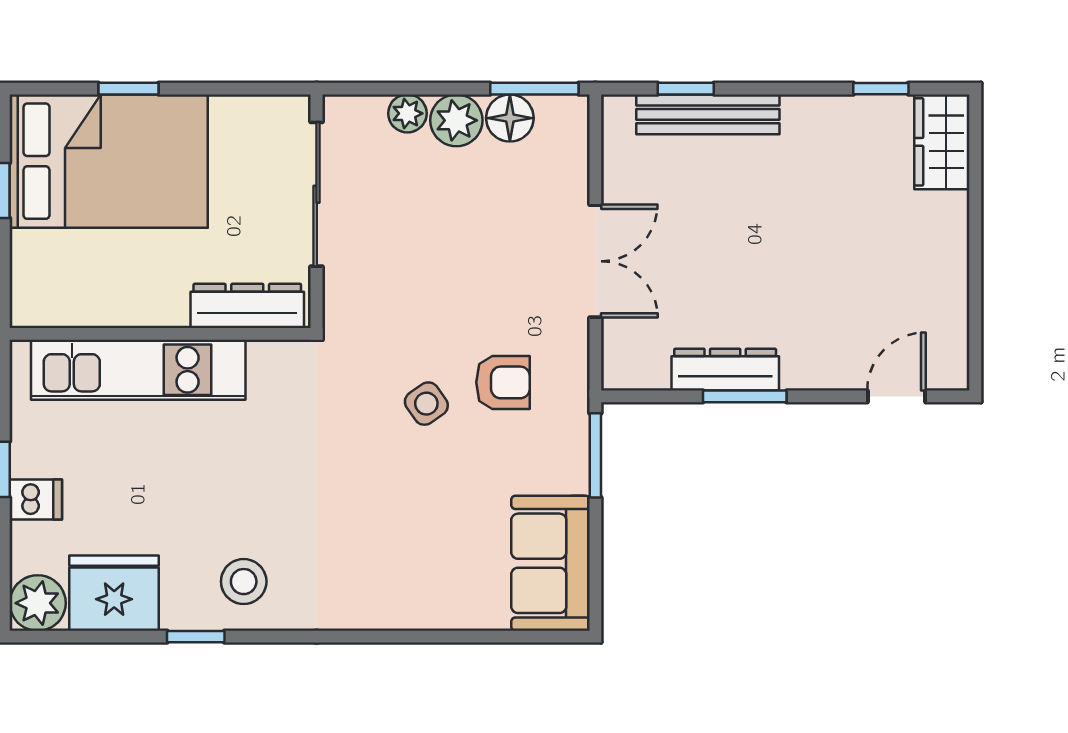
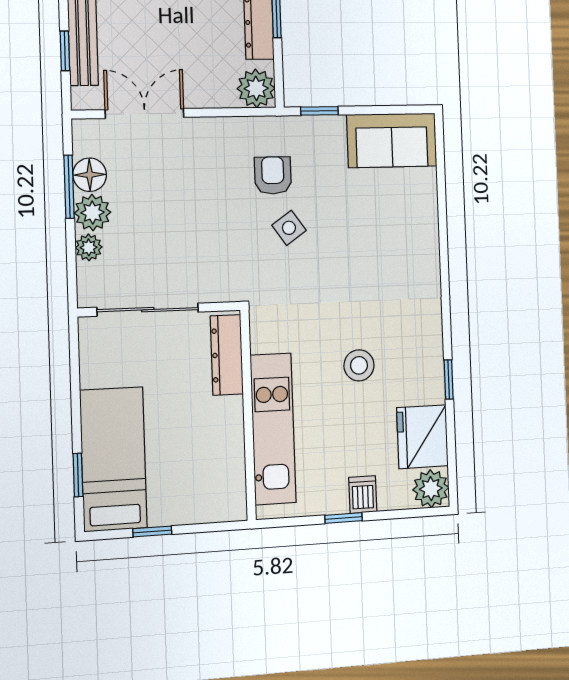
window: (129, 89) -> (78, 475), moved
window: (534, 89) -> (69, 187), moved
bed: (109, 161) -> (113, 459), width x0.67
double door: (595, 261) -> (145, 114), moved
plant: (629, 362) -> (256, 88), added
window: (595, 455) -> (319, 111), width x0.67
stool: (244, 582) -> (359, 365), moved

